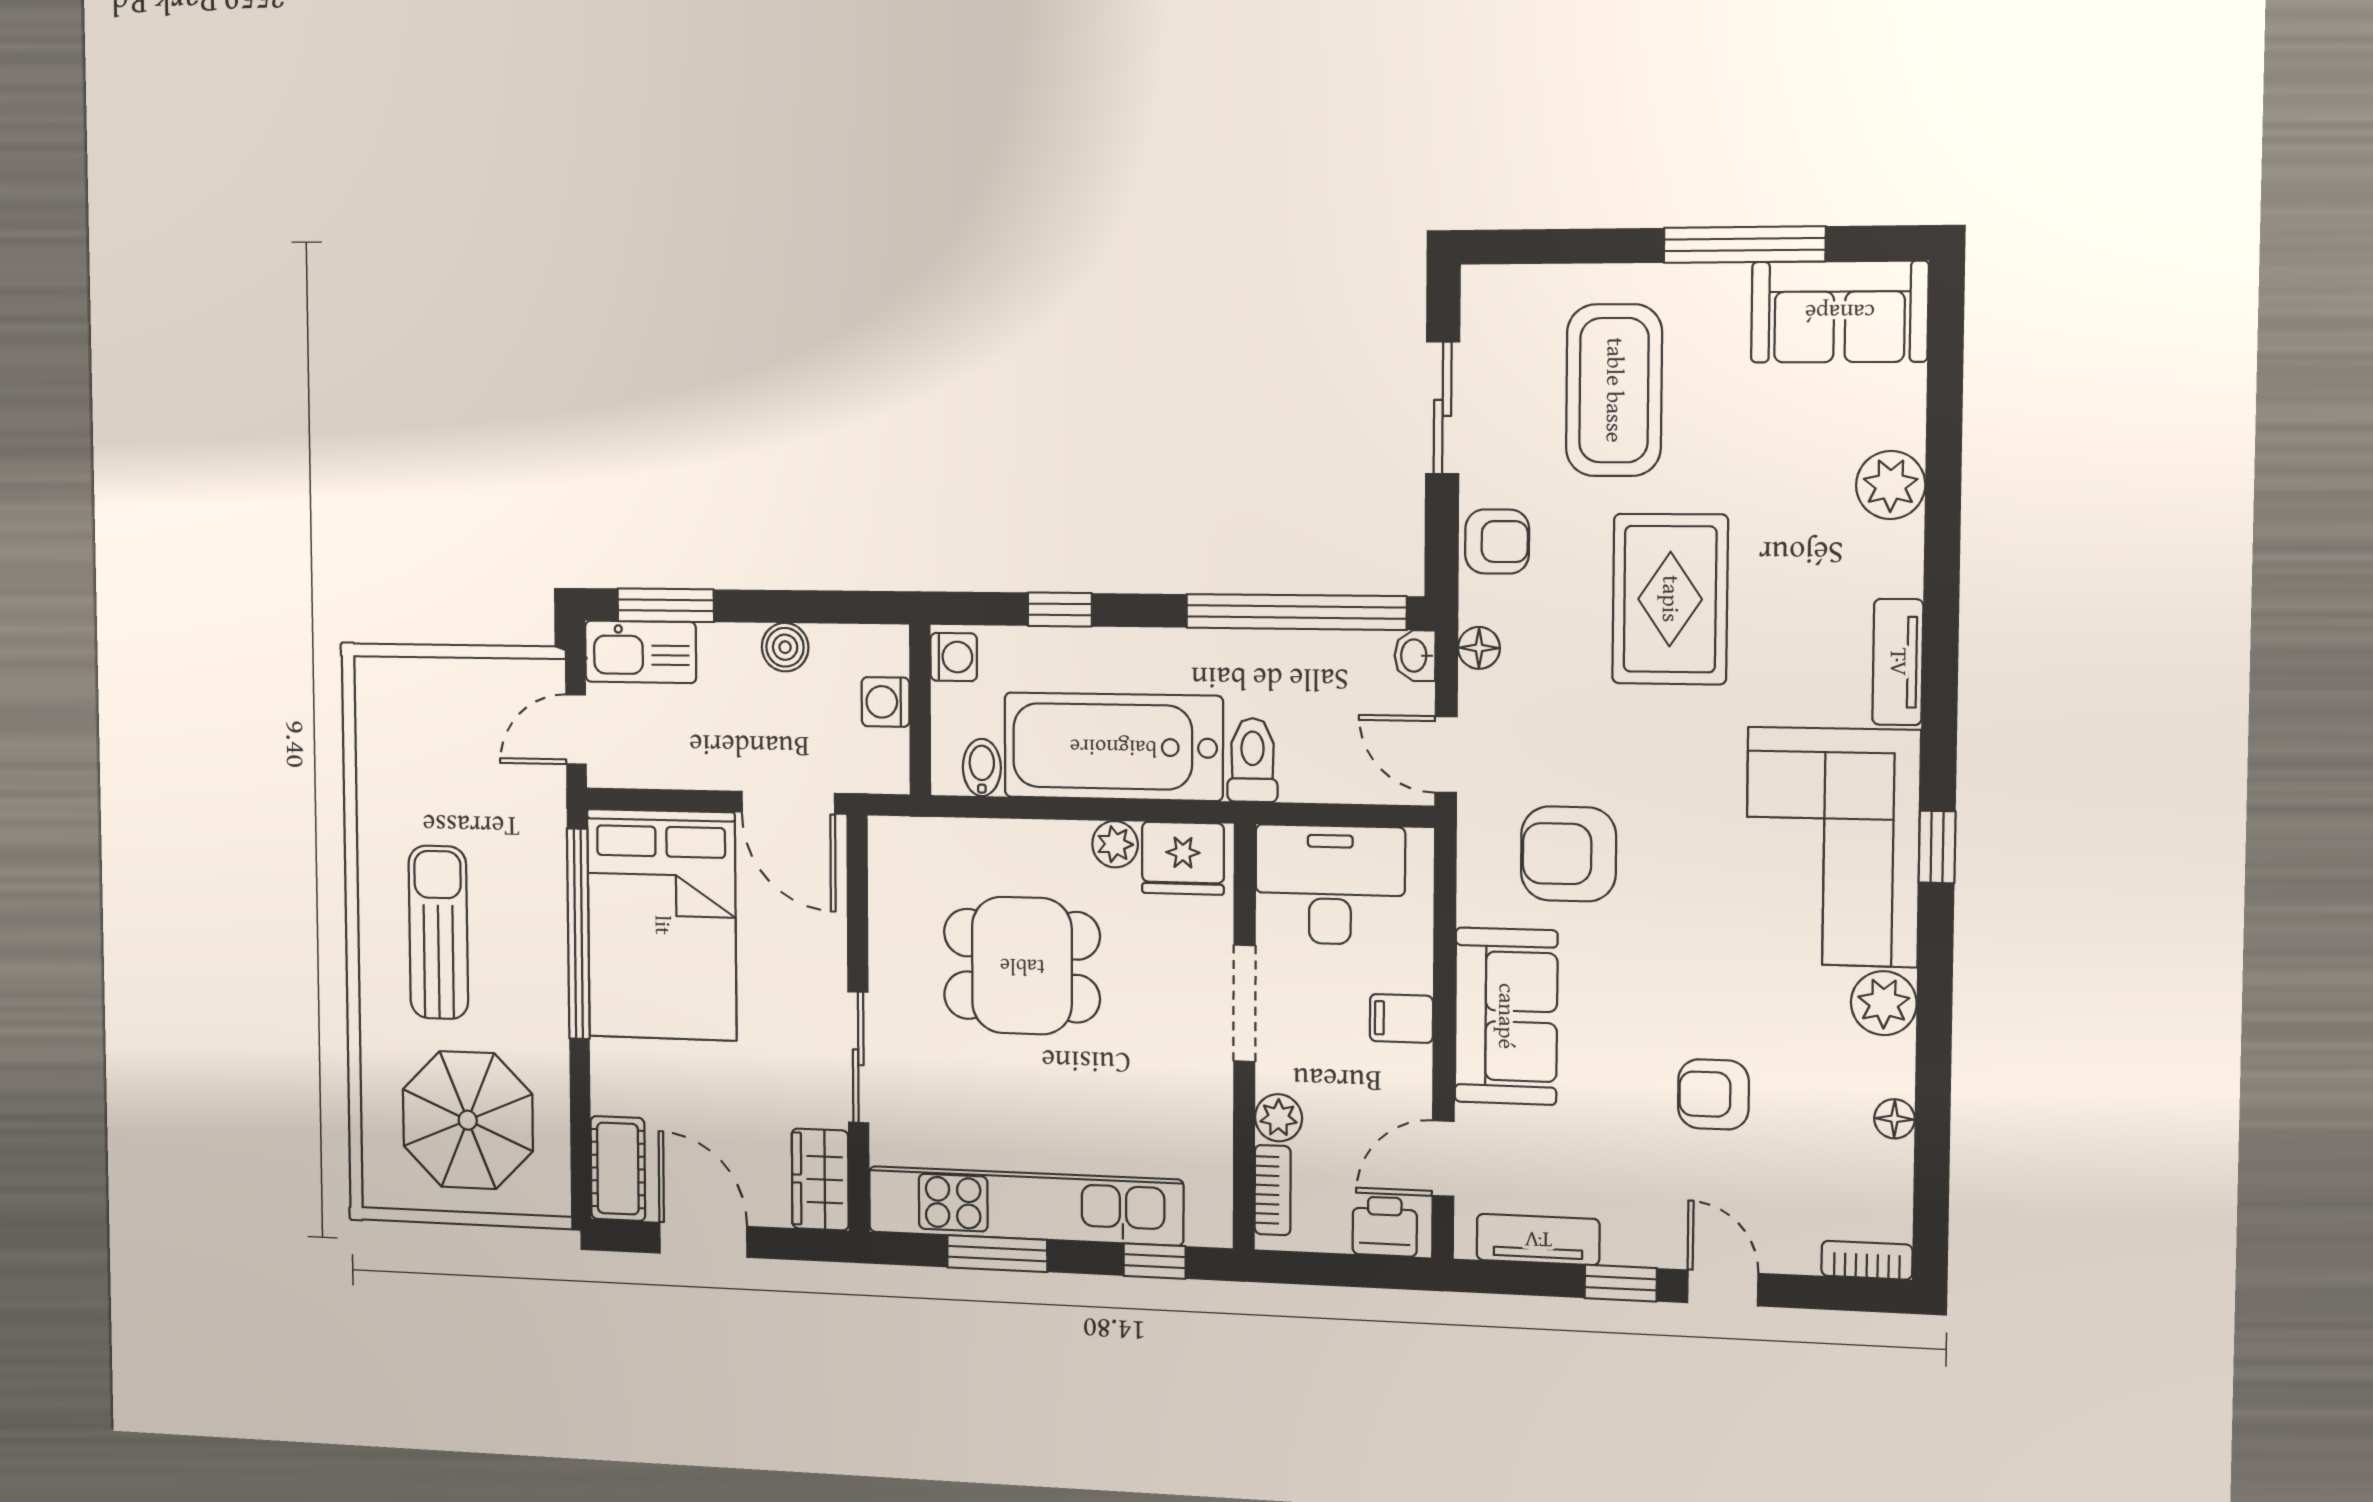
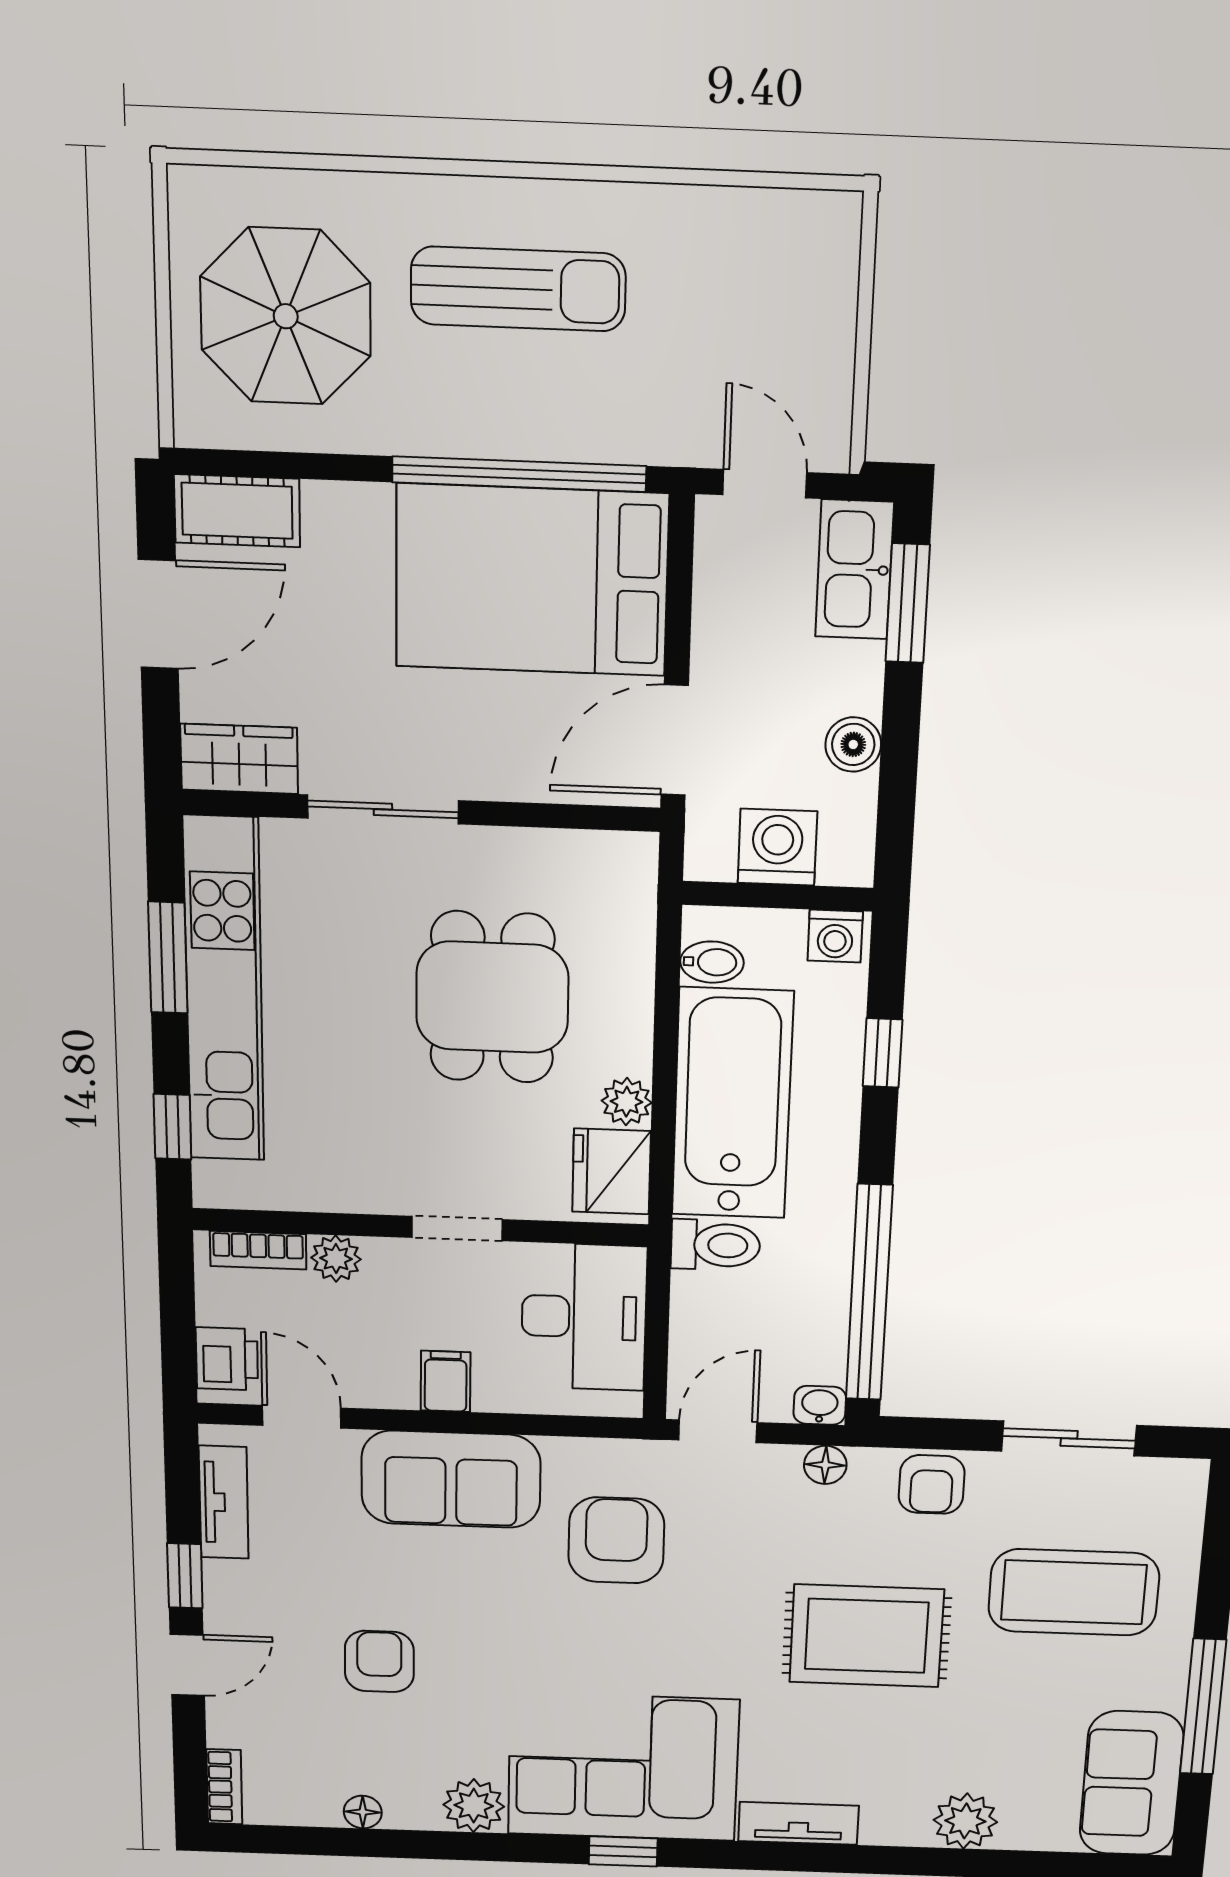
washing machine: (886, 702) -> (777, 847), width x1.38, depth x1.38
doorway: (1244, 1003) -> (457, 1228), width x0.73

